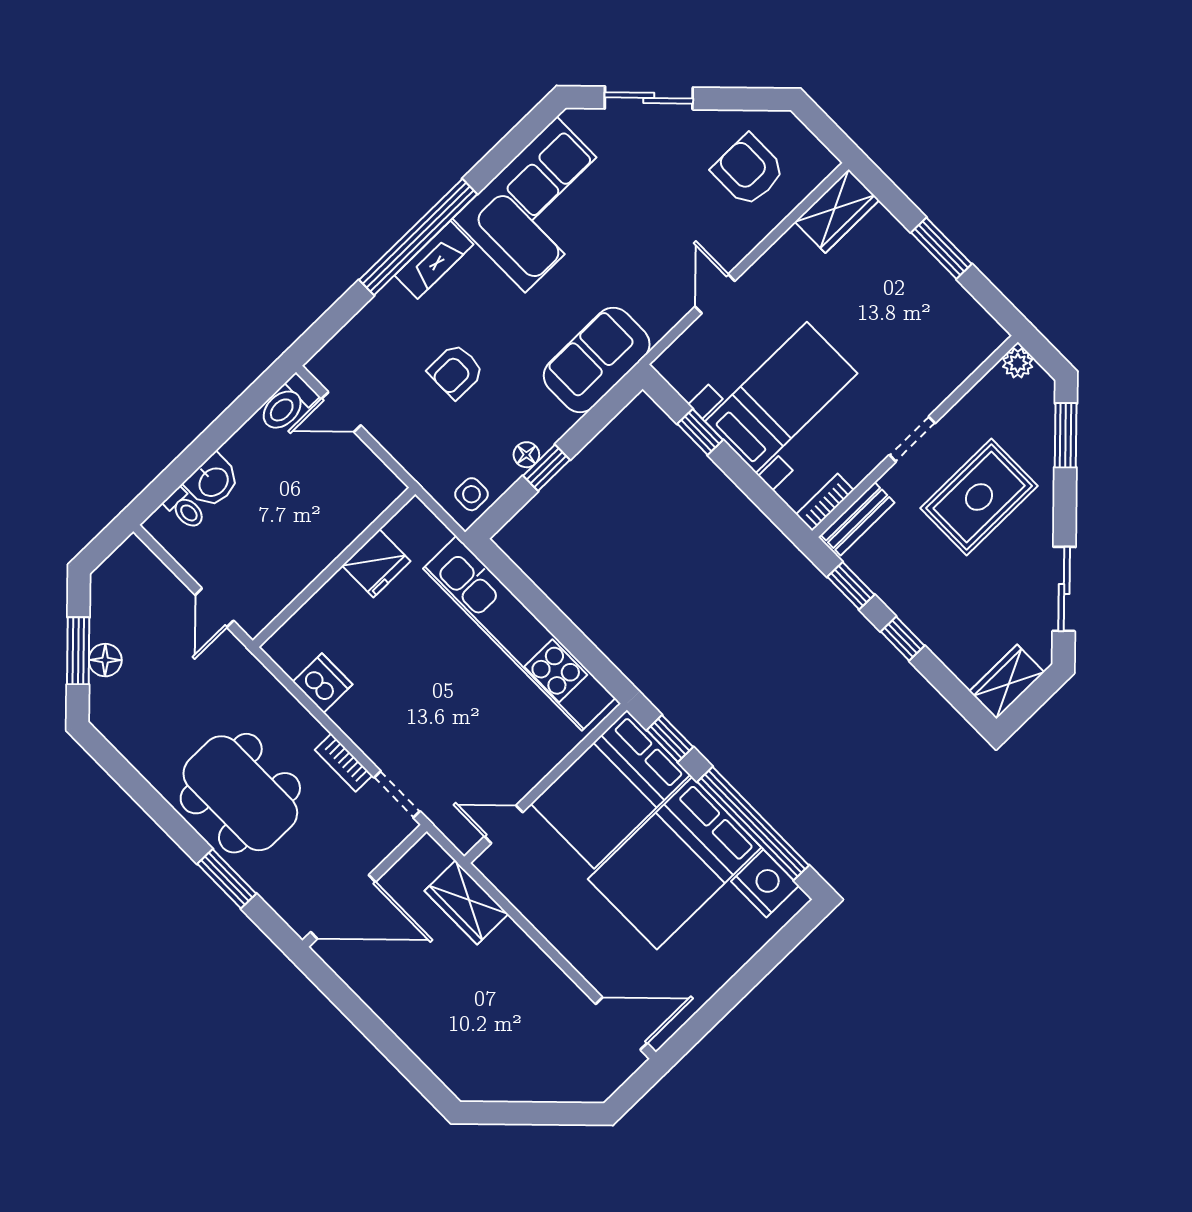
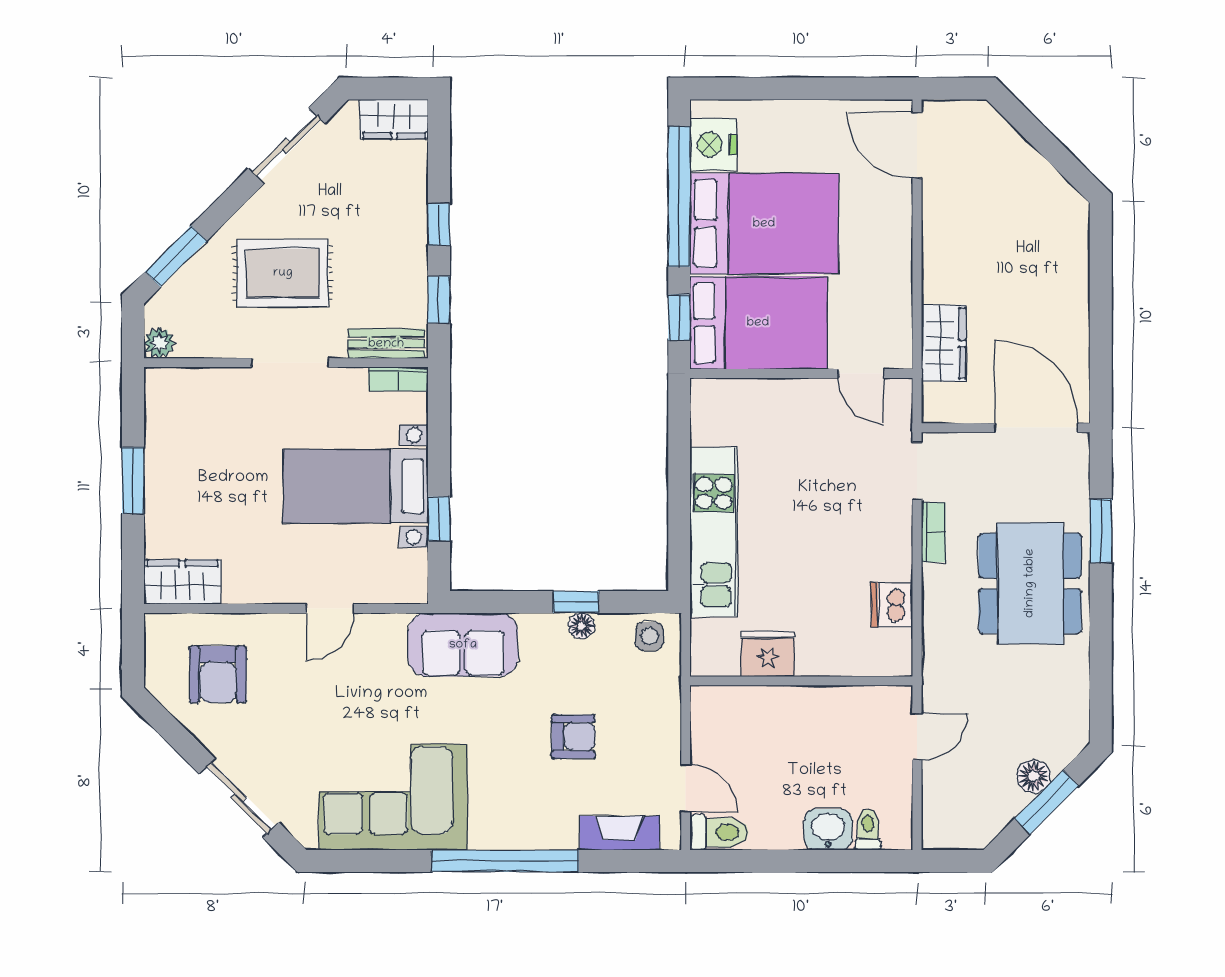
fireplace: (434, 260) -> (619, 833), moved
doorway: (912, 439) -> (290, 363), width x1.38
kitchen unit: (519, 633) -> (714, 532), width x0.73

